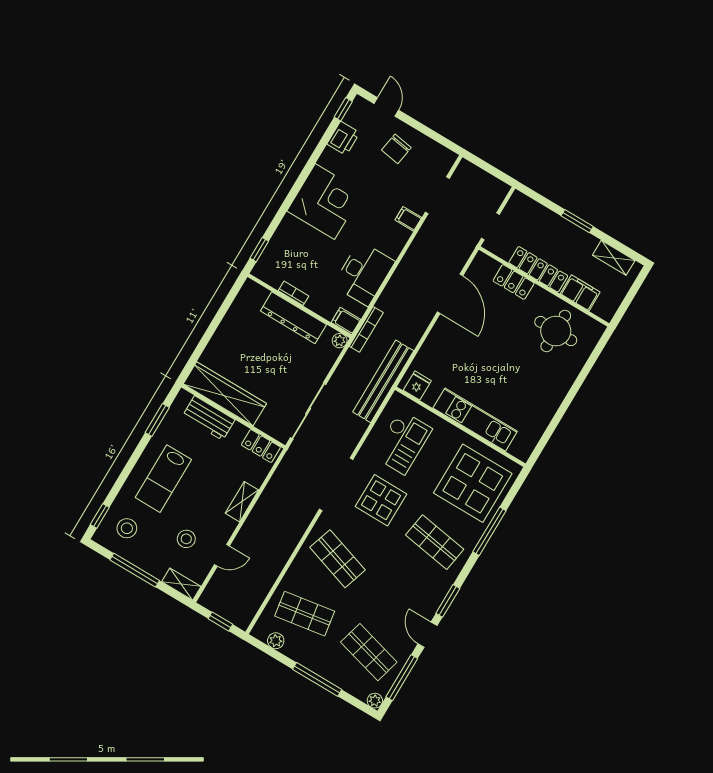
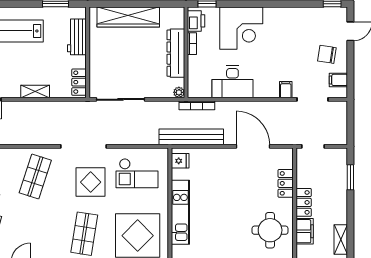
printer: (343, 138) -> (196, 21), moved, turned -90
corner desk: (325, 202) -> (241, 28), moved
window: (577, 221) -> (350, 177), moved
locker: (538, 269) -> (304, 202), width x0.66
door: (450, 294) -> (253, 146), swing flipped
filing cabinet: (346, 321) -> (338, 80), moved, turned -90
bench: (383, 381) -> (191, 137), moved
wardrobe: (225, 394) -> (128, 17), moved, turned 90

